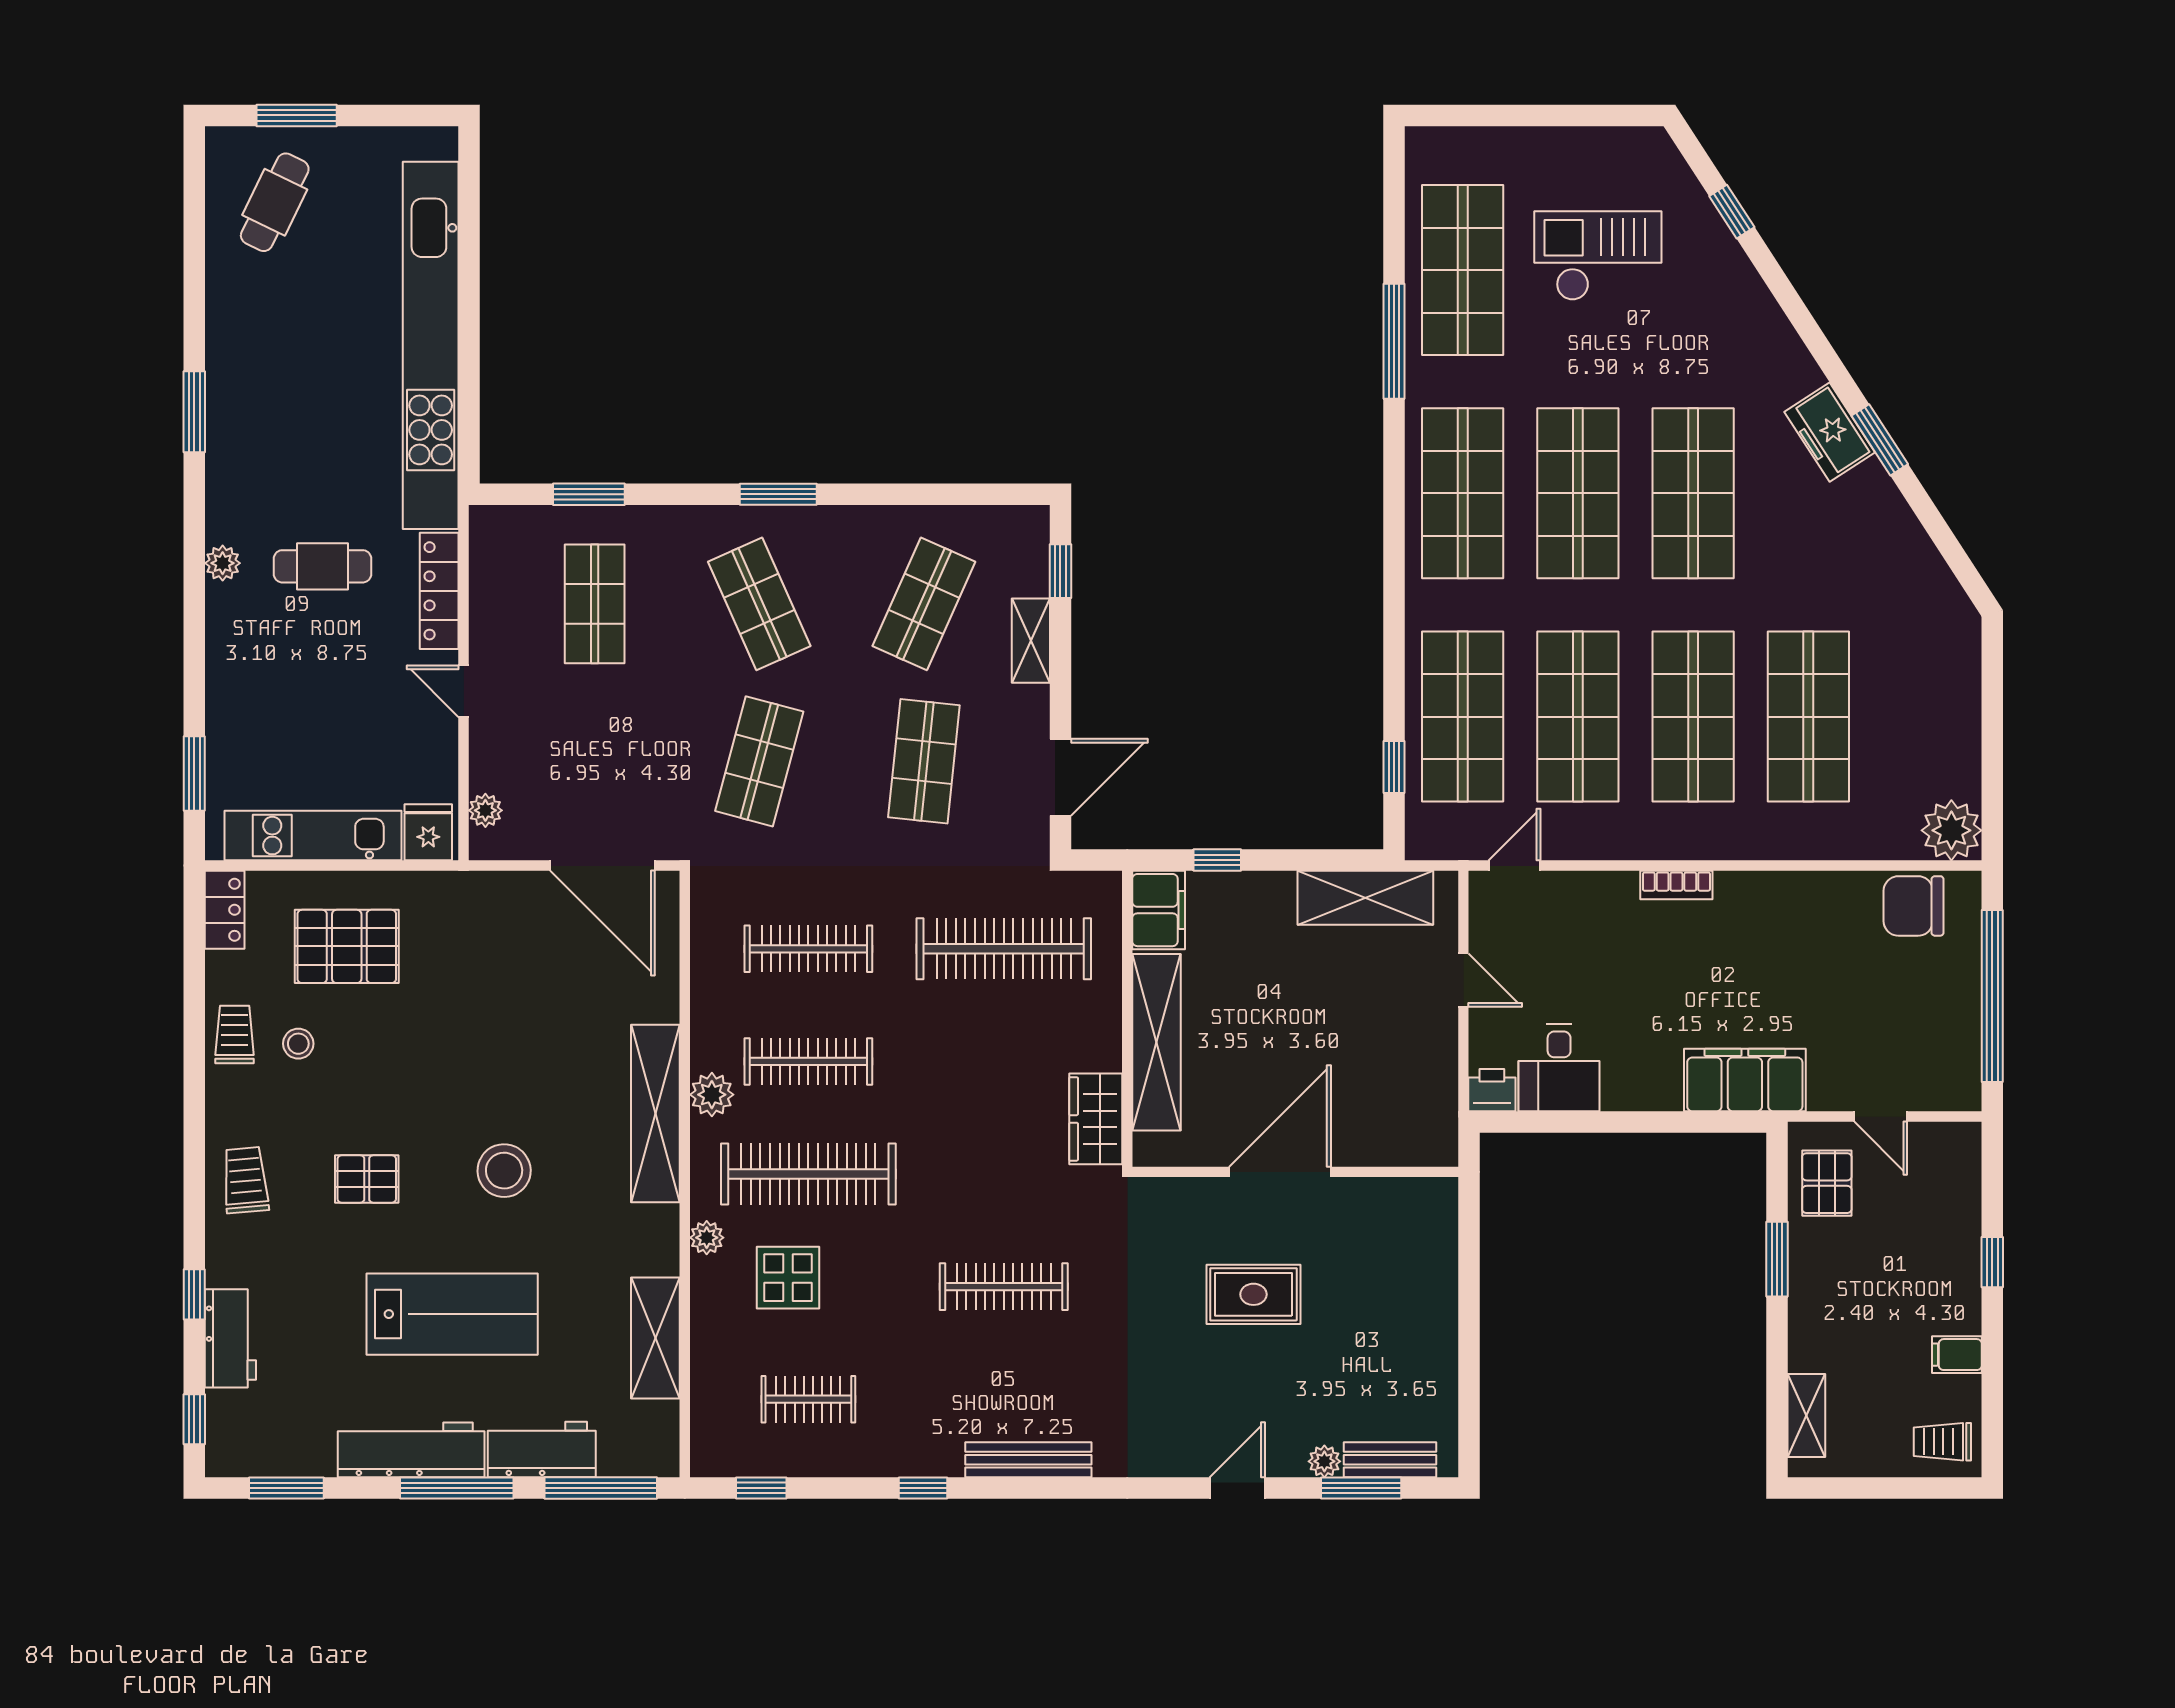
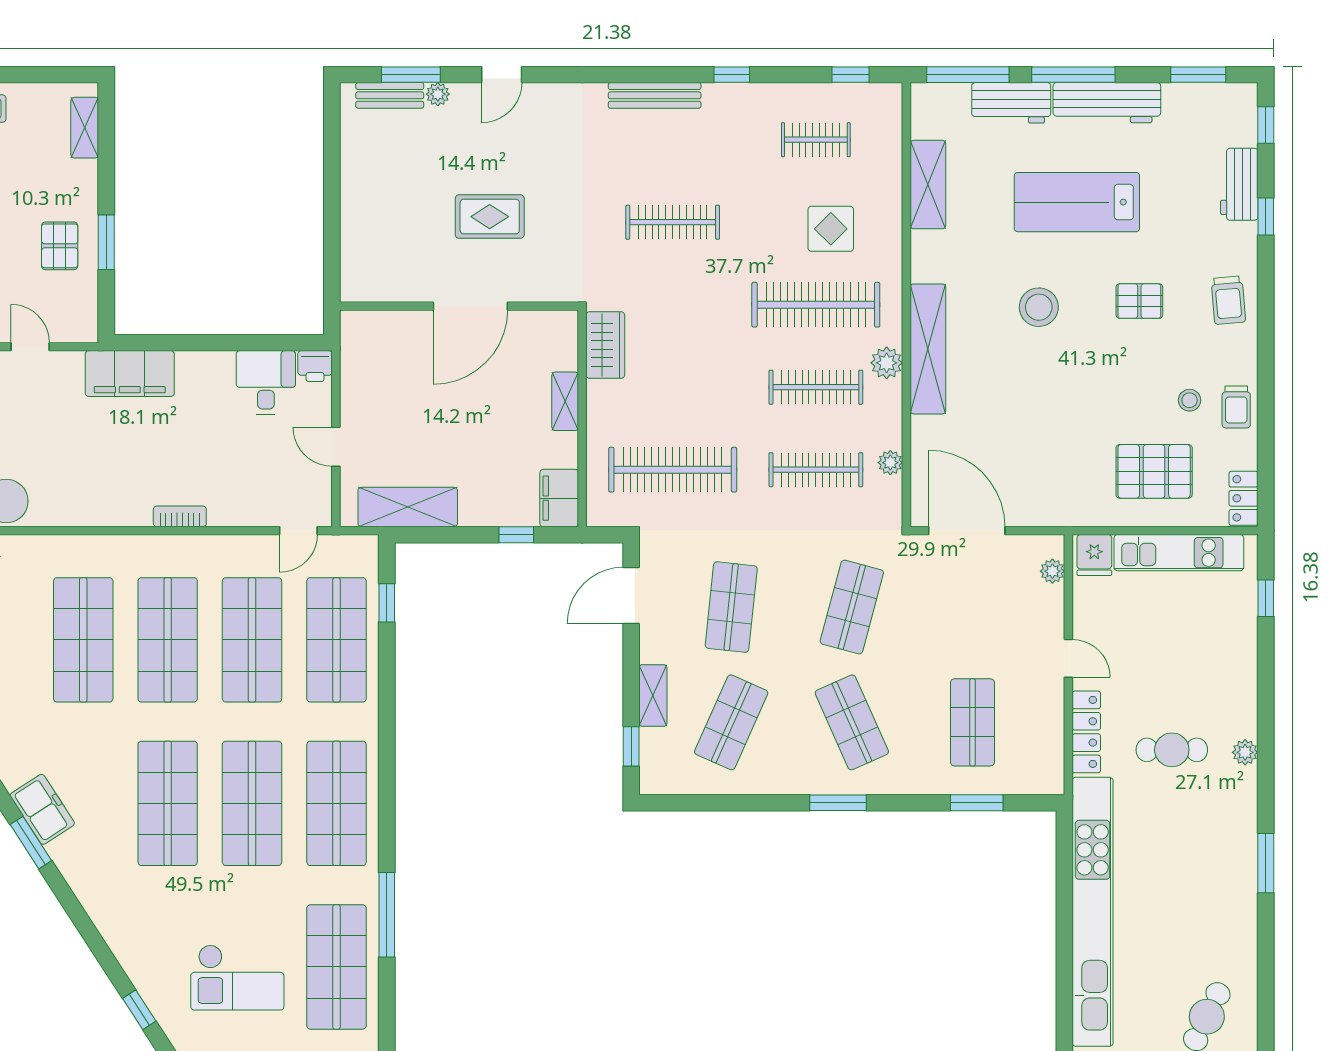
freezer: (1830, 432) -> (42, 809), moved
window: (194, 773) -> (1266, 598), width x0.67
shelving: (1156, 1042) -> (565, 401), width x0.45, depth x0.75
pallet: (1827, 1183) -> (60, 246), moved
plant: (707, 1238) -> (890, 463), moved

